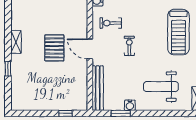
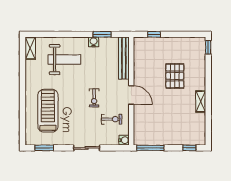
pallet: (54, 48) -> (175, 76), moved
window: (8, 69) -> (208, 47), moved

